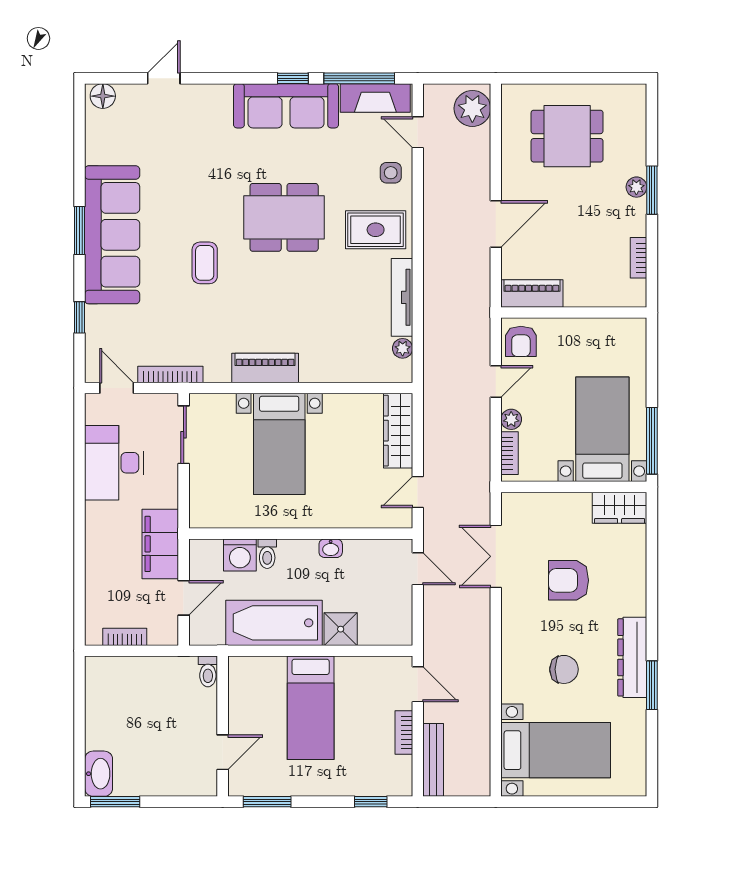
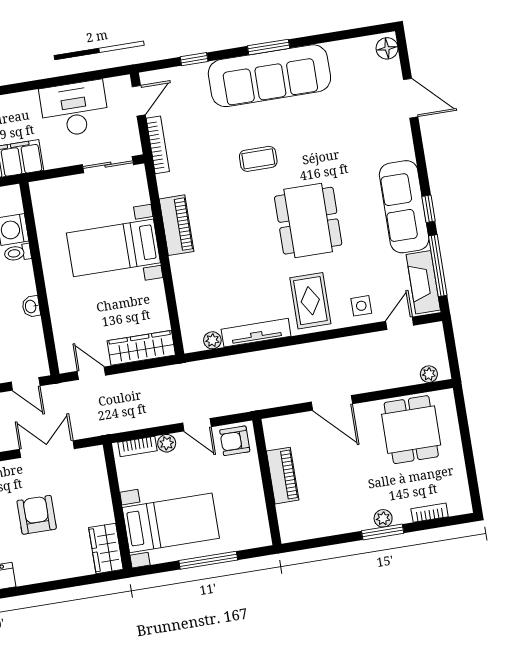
door: (164, 78) -> (411, 98), width x1.38
plant: (472, 108) -> (429, 374), width x0.53, depth x0.53
dining table: (567, 136) -> (411, 430), moved
bookcase: (639, 258) -> (430, 513), moved
piano: (532, 293) -> (283, 476), moved
window: (652, 441) -> (208, 560), moved
door: (418, 569) -> (26, 384), hinge flipped

